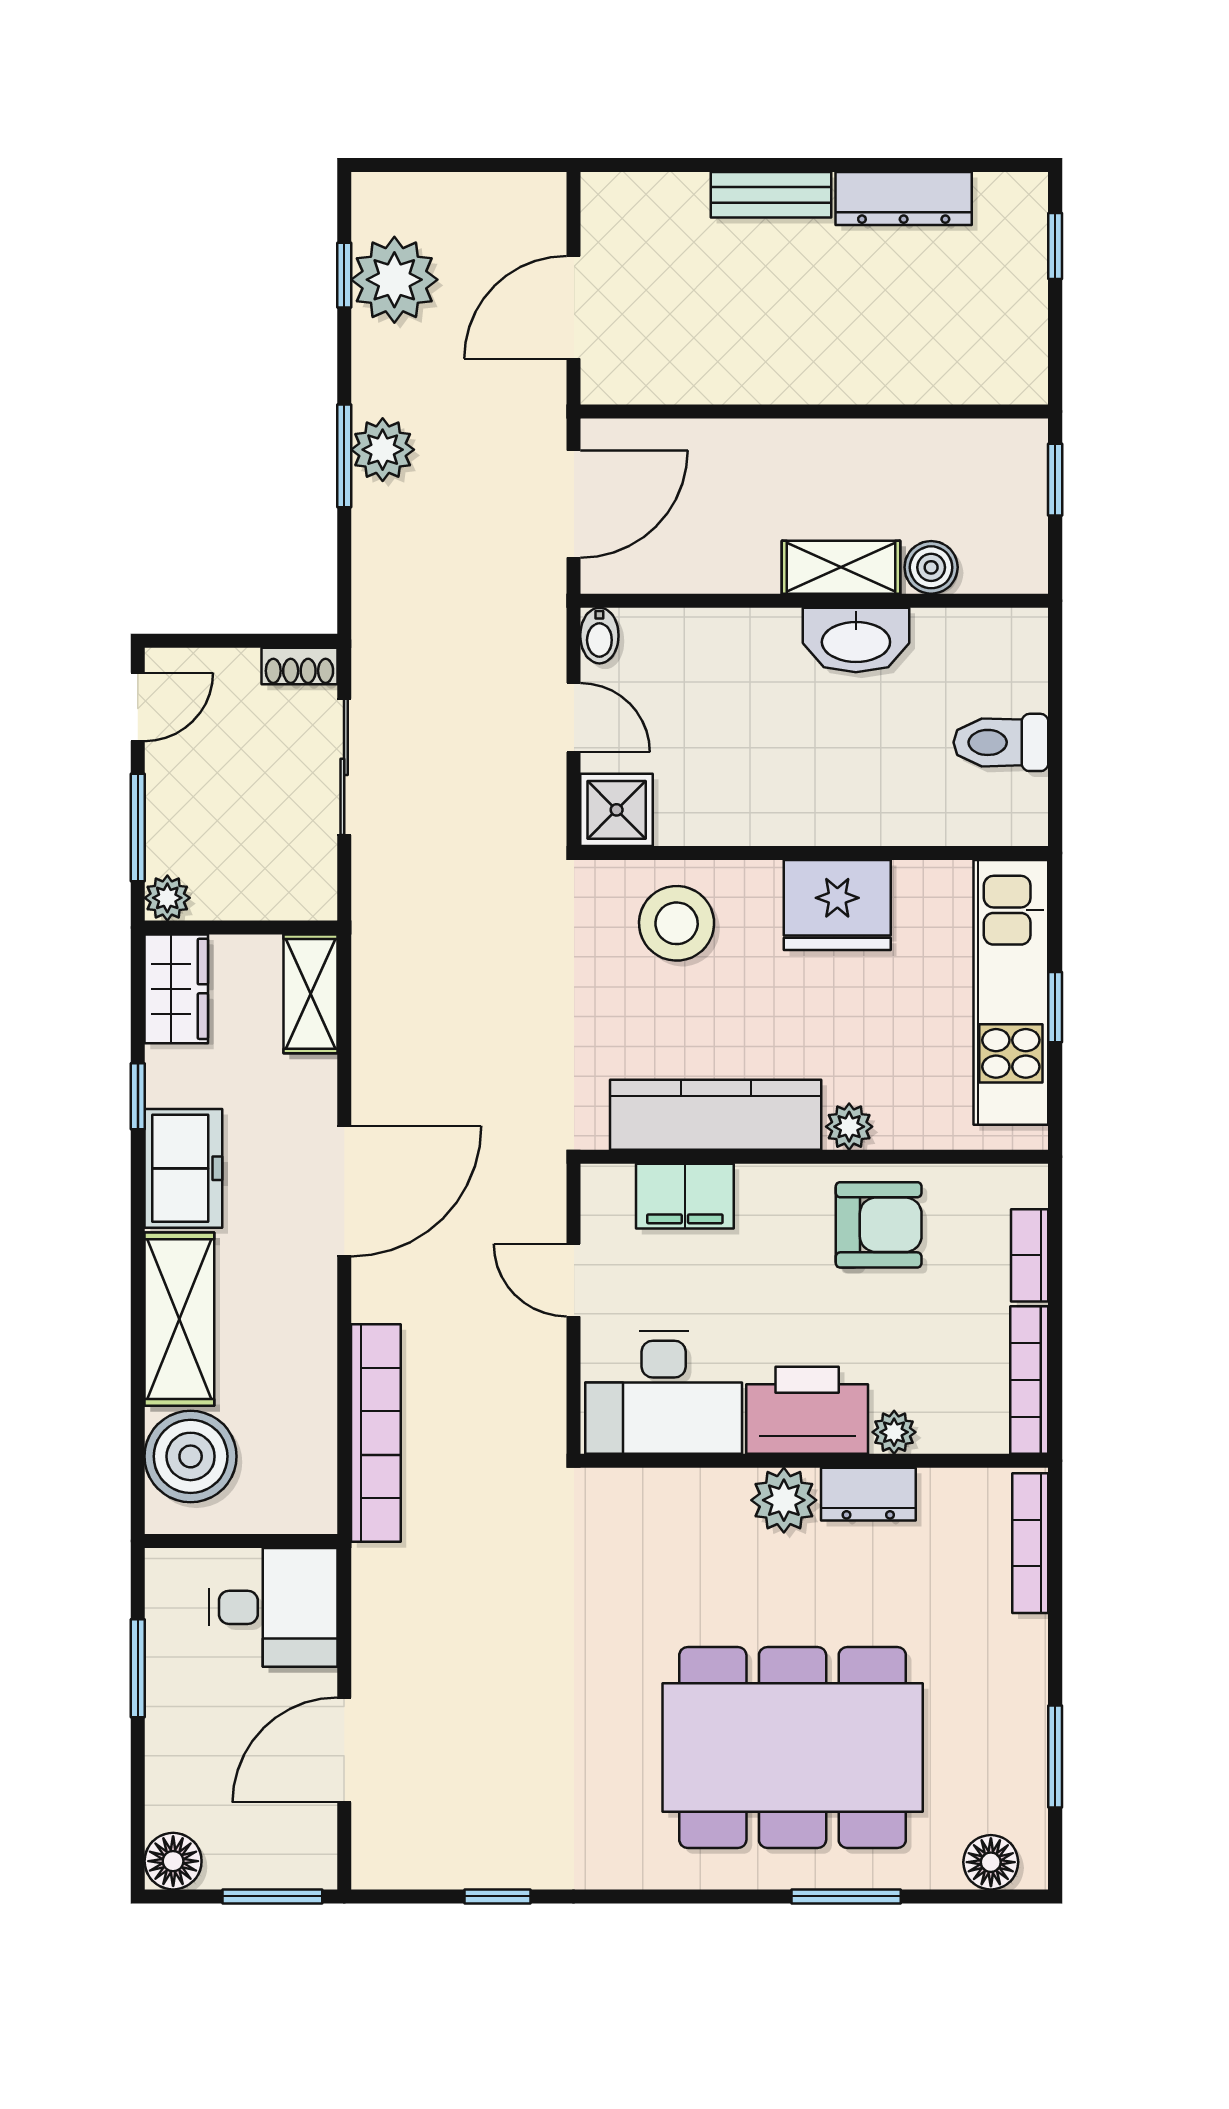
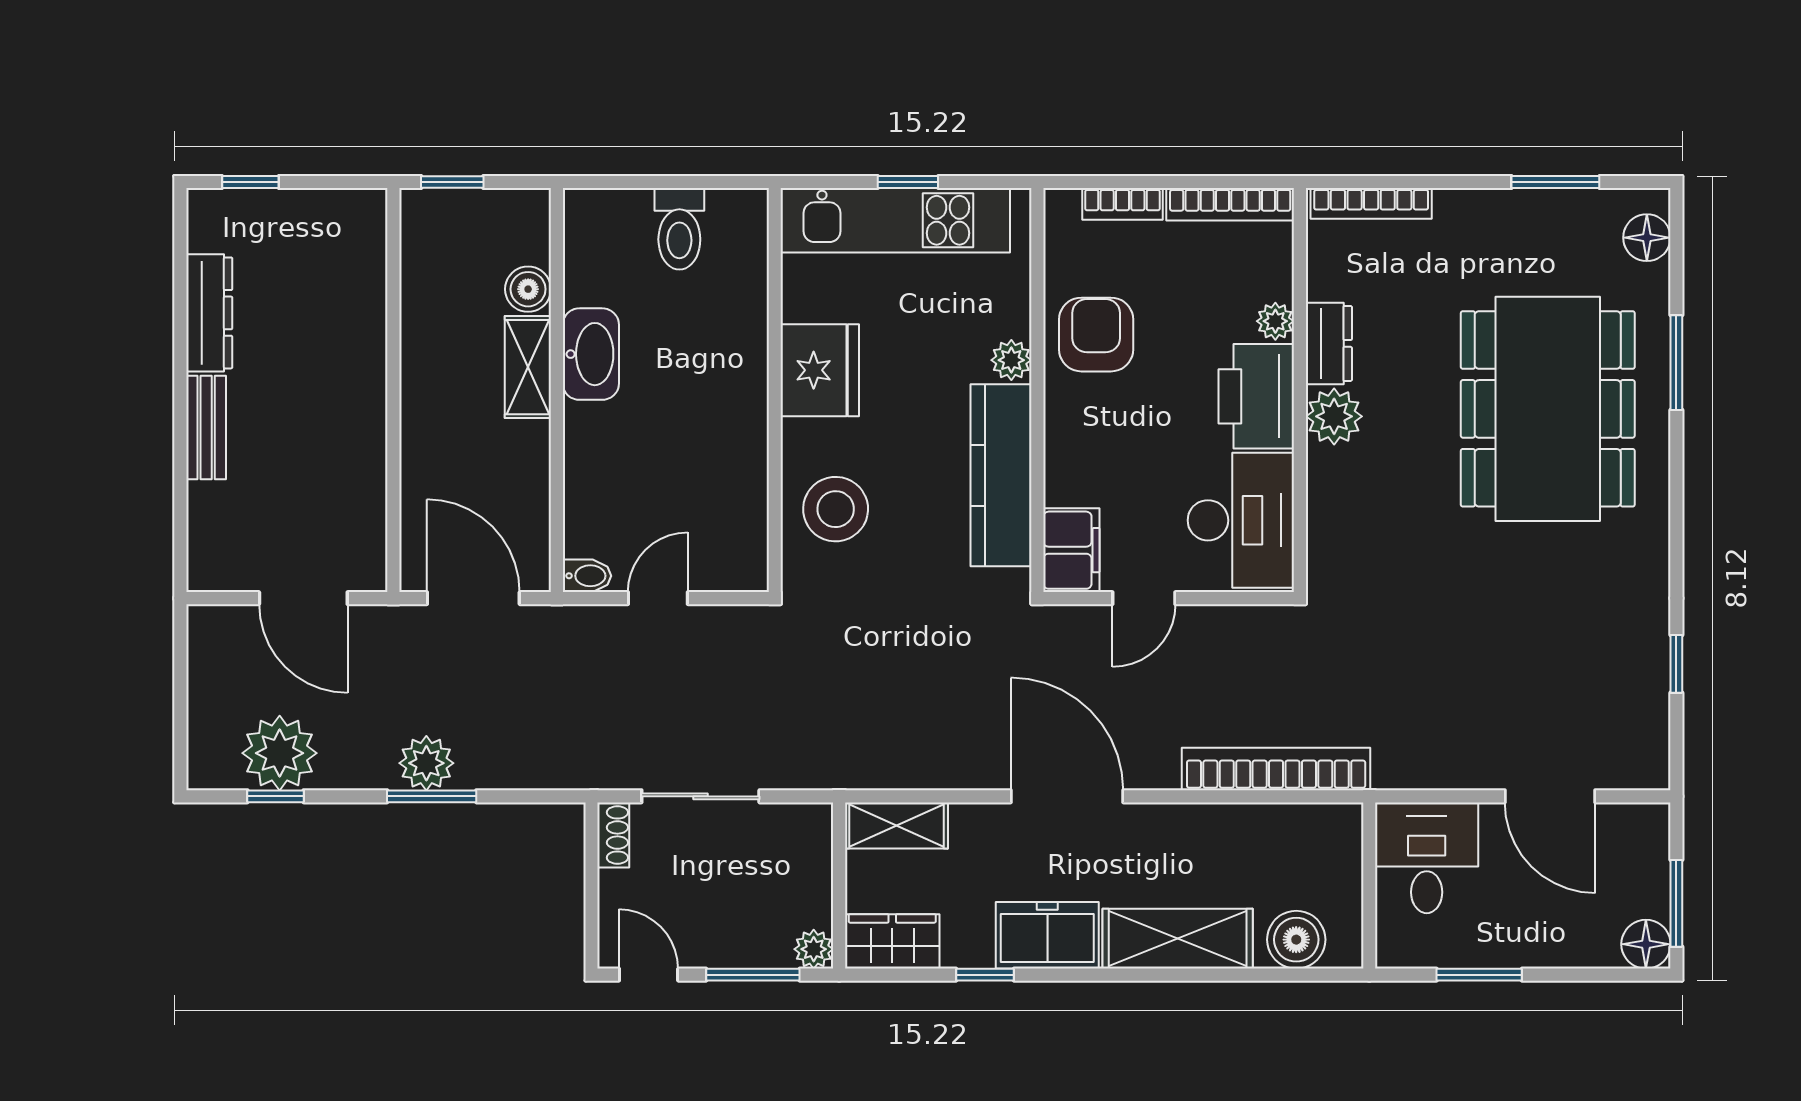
shower: (617, 810) -> (738, 561), removed
filing cabinet: (685, 1196) -> (1071, 550), moved
boiler: (191, 1456) -> (1296, 940), width x0.73, depth x0.73
window: (272, 1896) -> (1676, 903), moved

